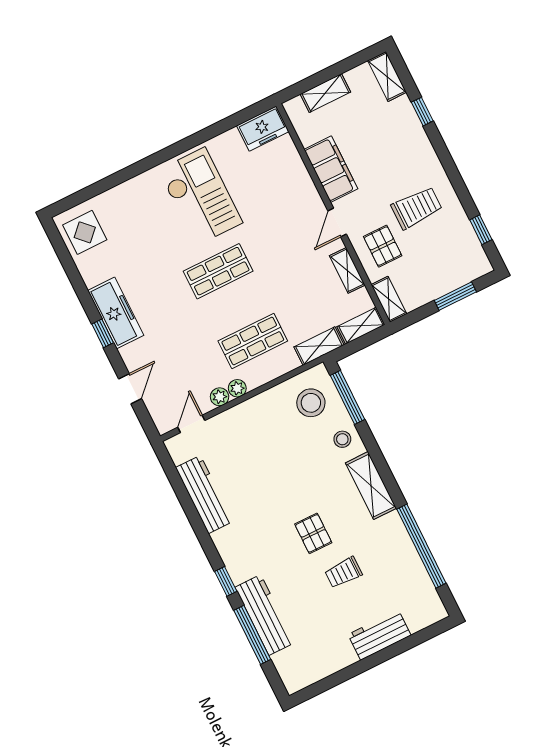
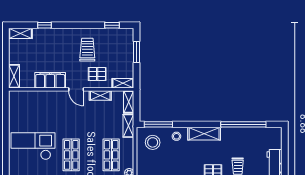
shelving: (325, 93) -> (14, 76), moved
freezer: (263, 129) -> (16, 102), removed

